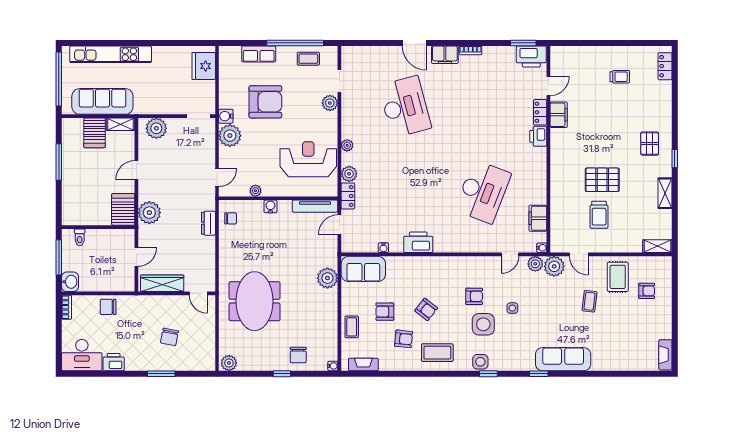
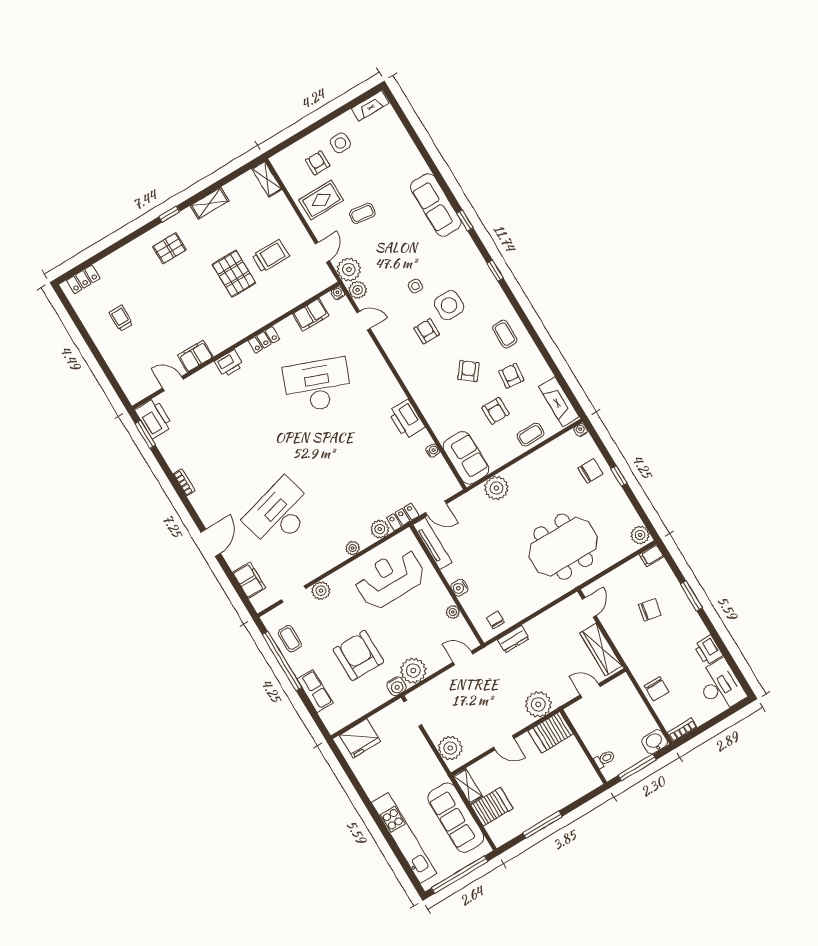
filing cabinet: (445, 55) -> (249, 580), moved
locker: (540, 112) -> (264, 340), moved
reception desk: (308, 159) -> (390, 578), turned 90
coffee table: (437, 353) -> (505, 334), width x0.73, depth x0.77
filing cabinet: (209, 362) -> (651, 556), added
side table: (480, 362) -> (340, 143), moved
fireplace: (363, 365) -> (559, 402), width x1.37, depth x1.32

